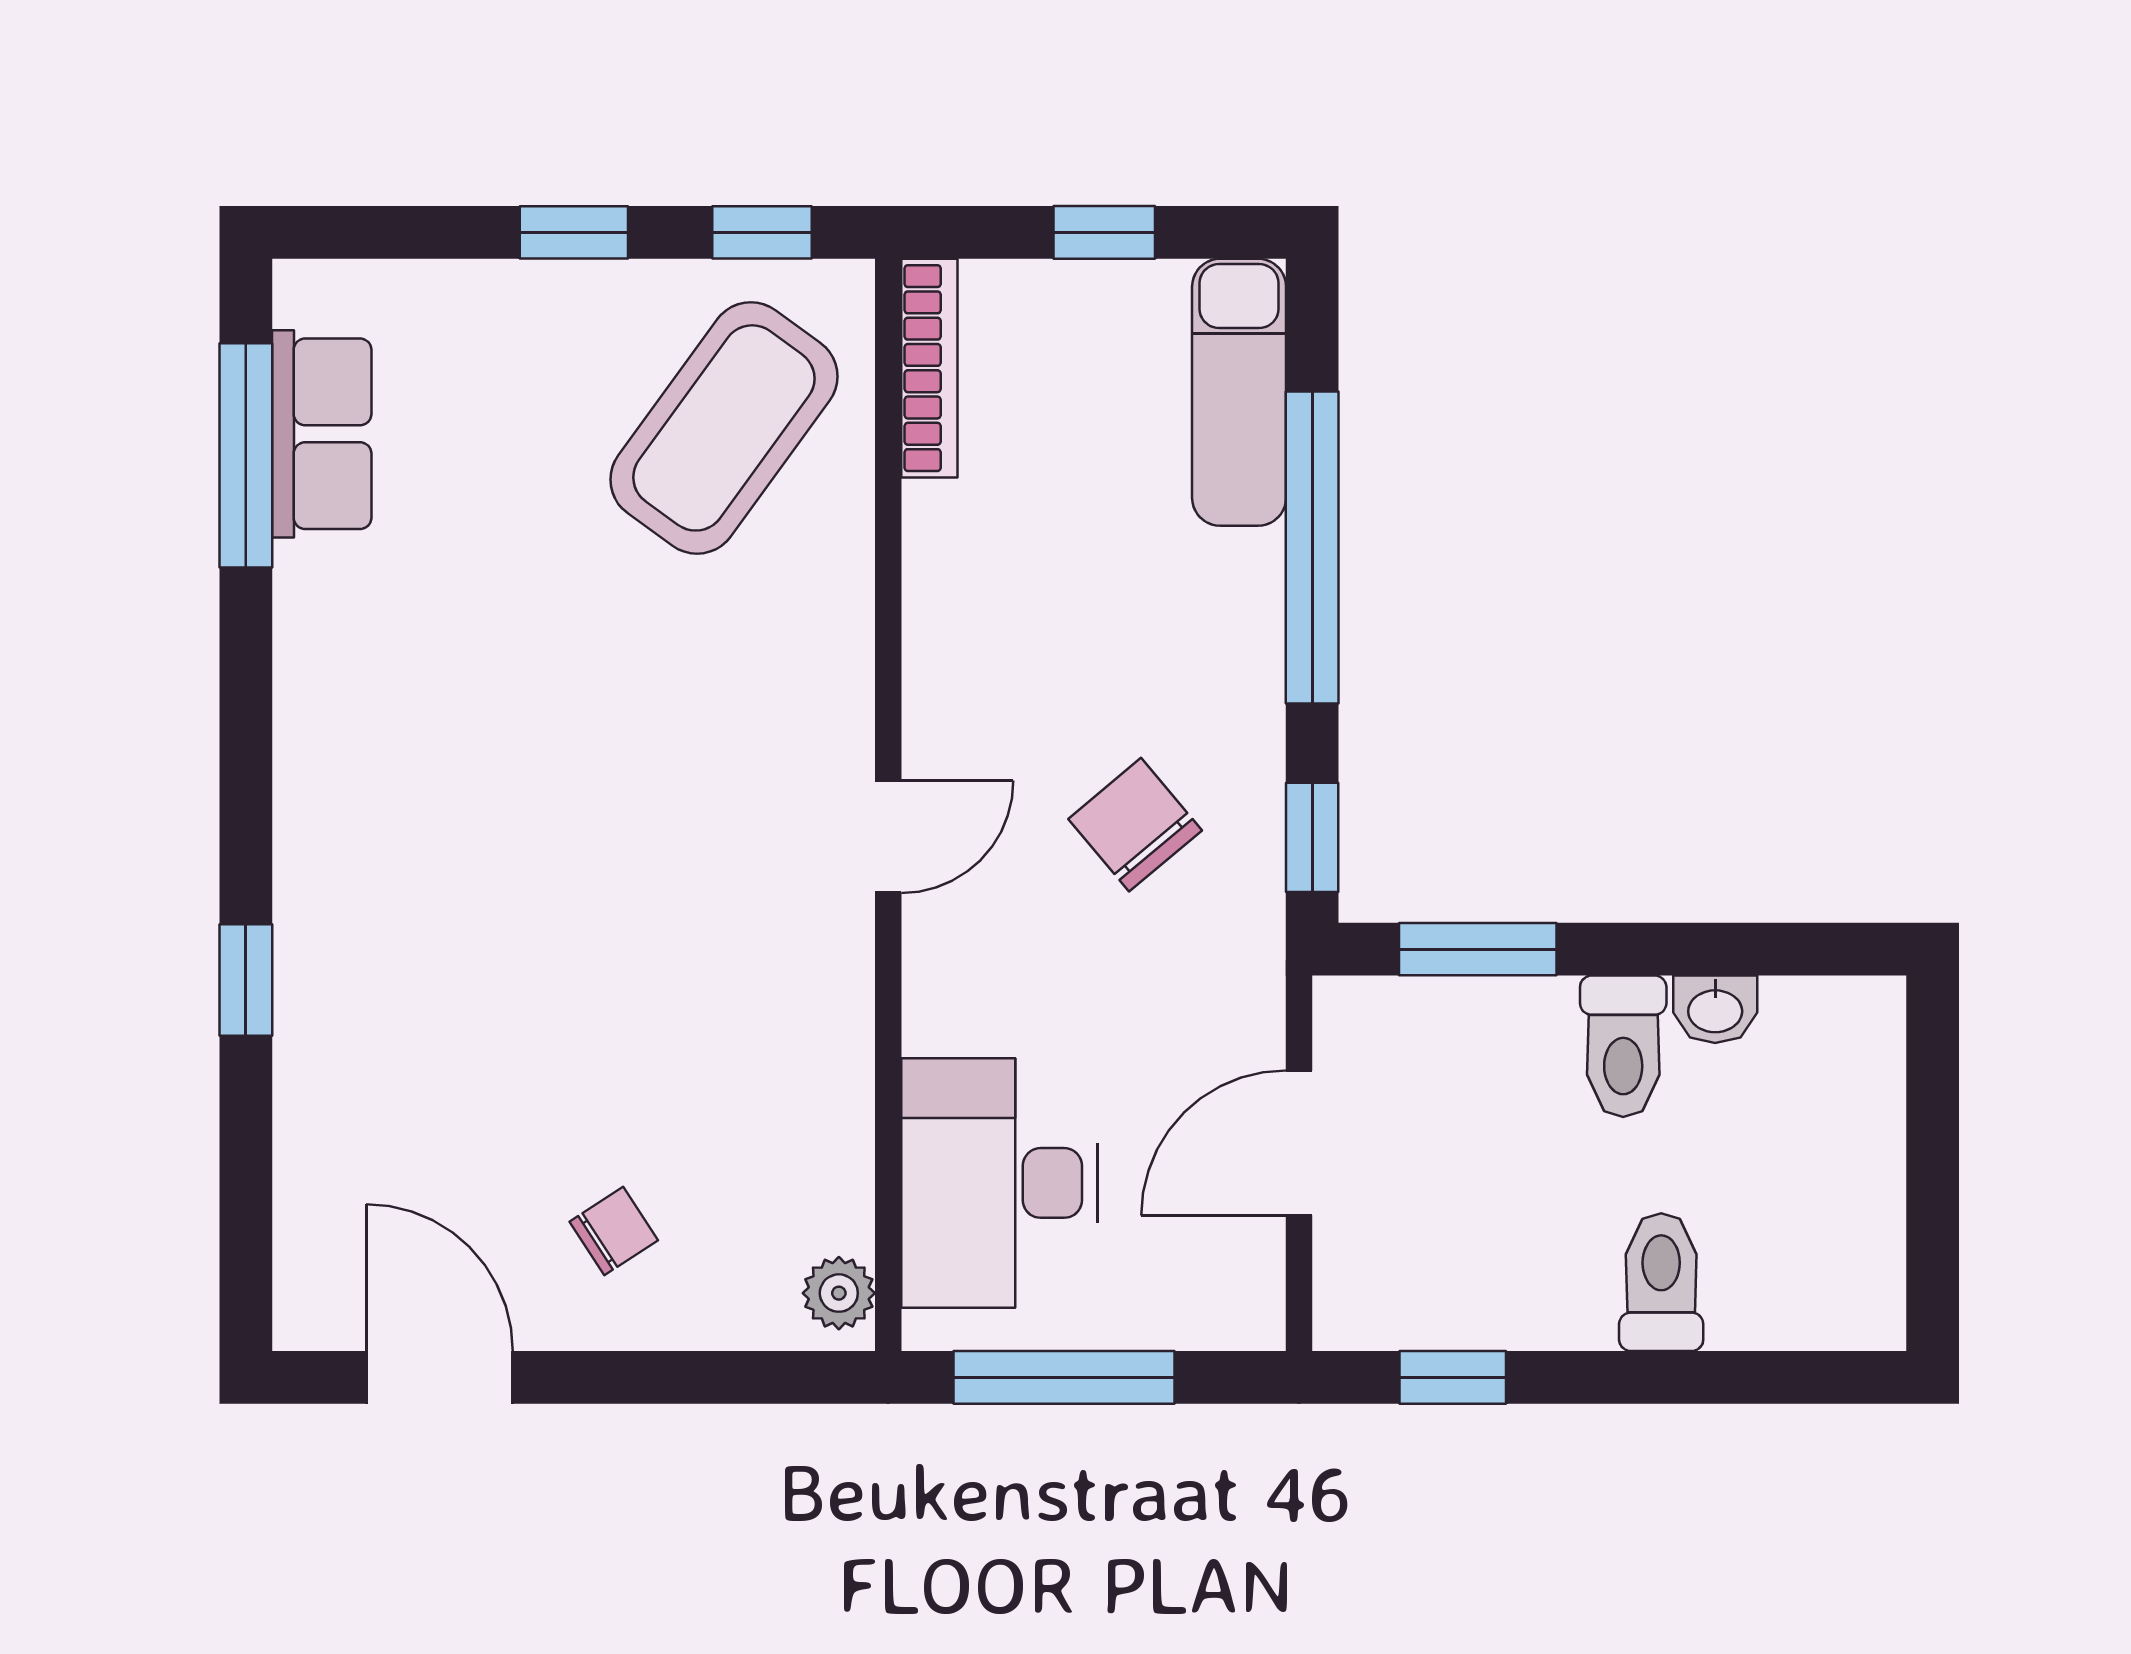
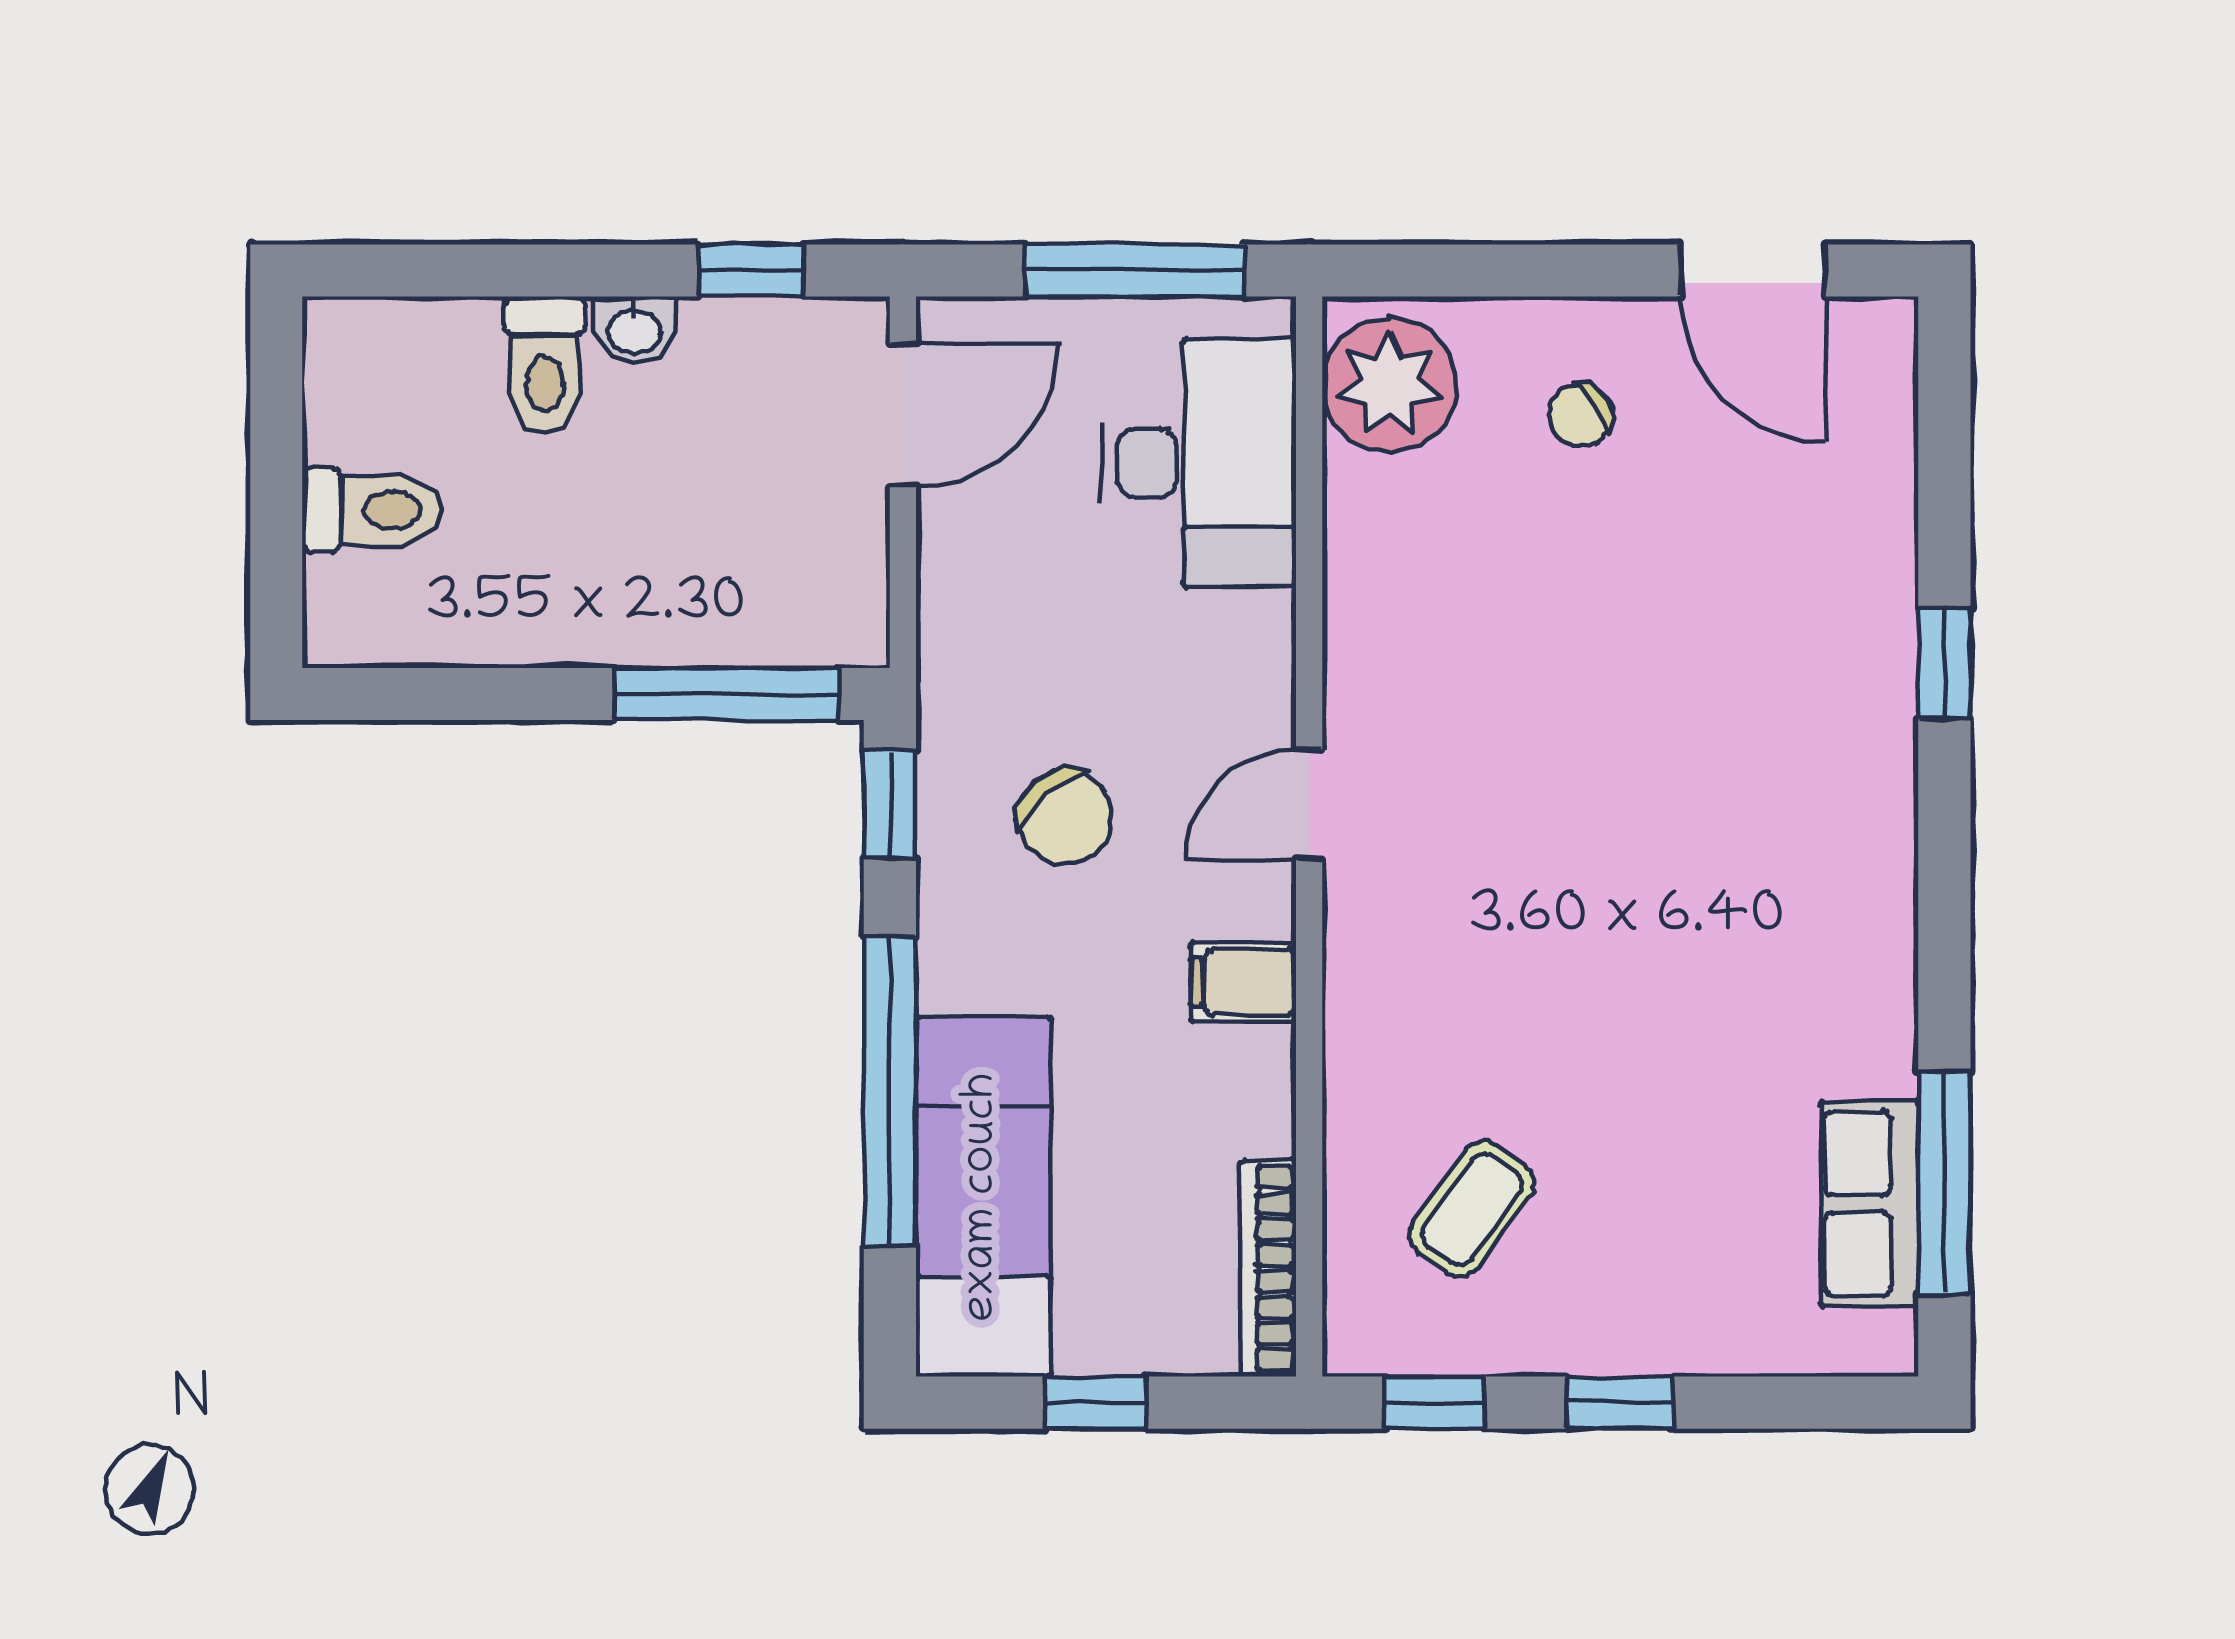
exam couch: (1239, 392) -> (983, 1197), width x1.36, depth x1.45
coffee table: (724, 428) -> (1472, 1209), width x0.54, depth x0.58
filing cabinet: (955, 658) -> (1243, 982), added
window: (1478, 949) -> (726, 694), width x1.44
washbasin: (1715, 1009) -> (635, 330), moved, turned 180
toilet: (1623, 1046) -> (372, 510), moved, turned 90
door: (1299, 1143) -> (903, 415), moved
plant: (839, 1293) -> (1389, 385), width x1.87, depth x1.87

